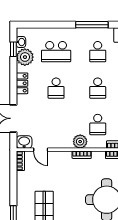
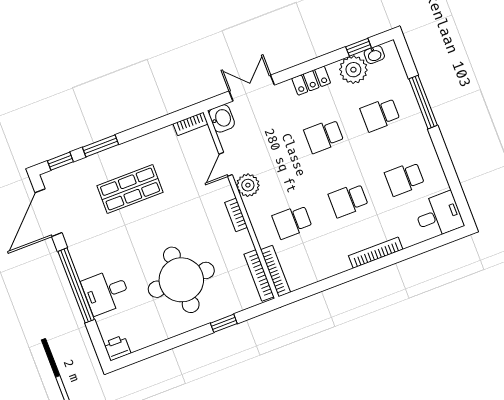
window: (92, 25) -> (423, 102), moved
school desk: (56, 52) -> (380, 115), width x0.54
plant: (80, 142) -> (248, 185), moved
door: (41, 150) -> (226, 164), moved

